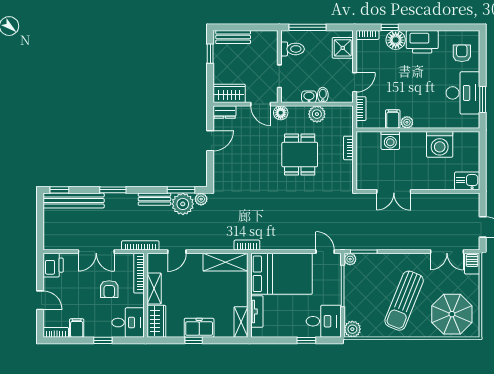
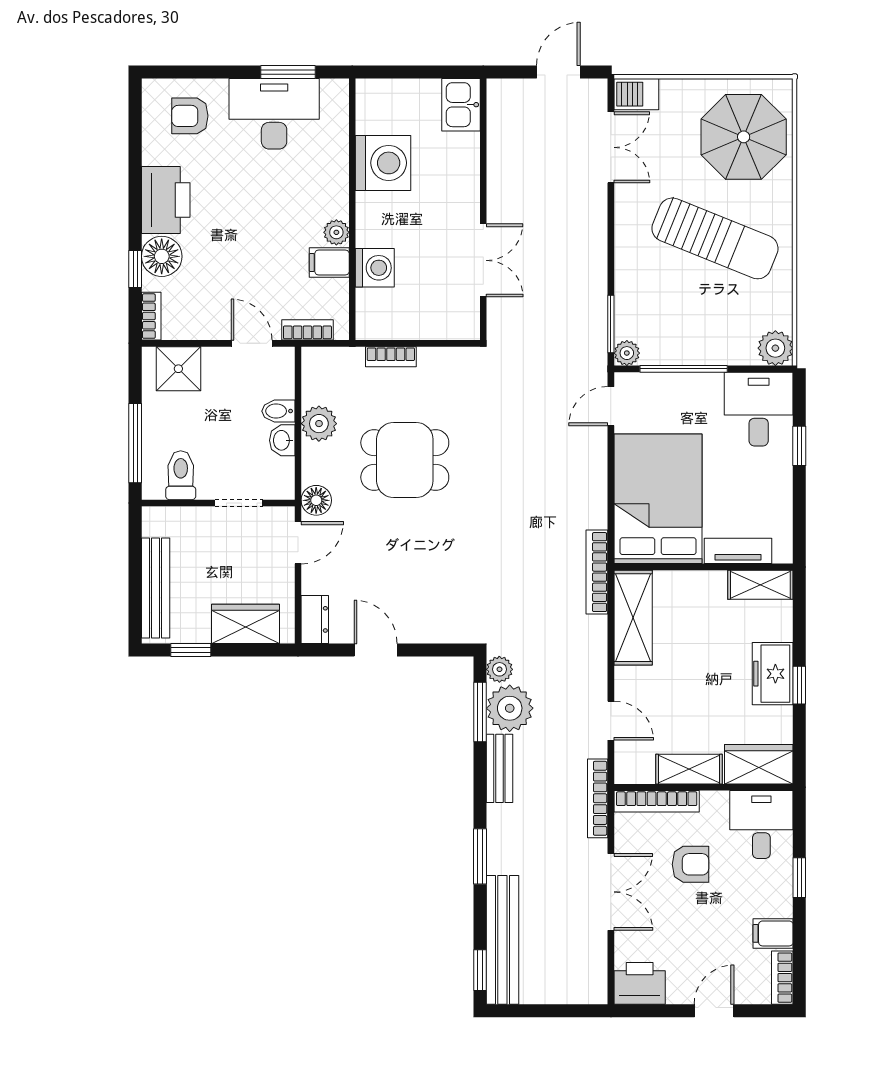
bench: (233, 37) -> (156, 588), width x1.36
wardrobe: (229, 93) -> (245, 624), moved, turned 90
bookcase: (247, 245) -> (597, 572), width x1.56

